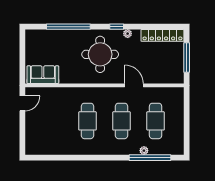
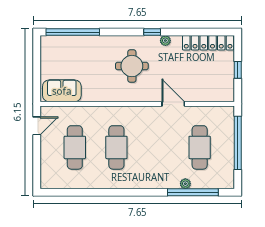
window: (68, 27) -> (73, 32), moved
round table: (100, 54) -> (132, 66), width x0.73, depth x0.73
window: (187, 57) -> (238, 70), width x0.46
window: (187, 117) -> (238, 143), added
cafe table: (122, 121) -> (75, 147), moved

